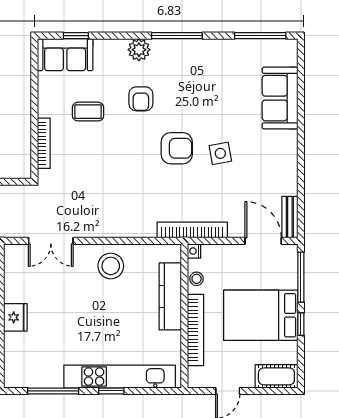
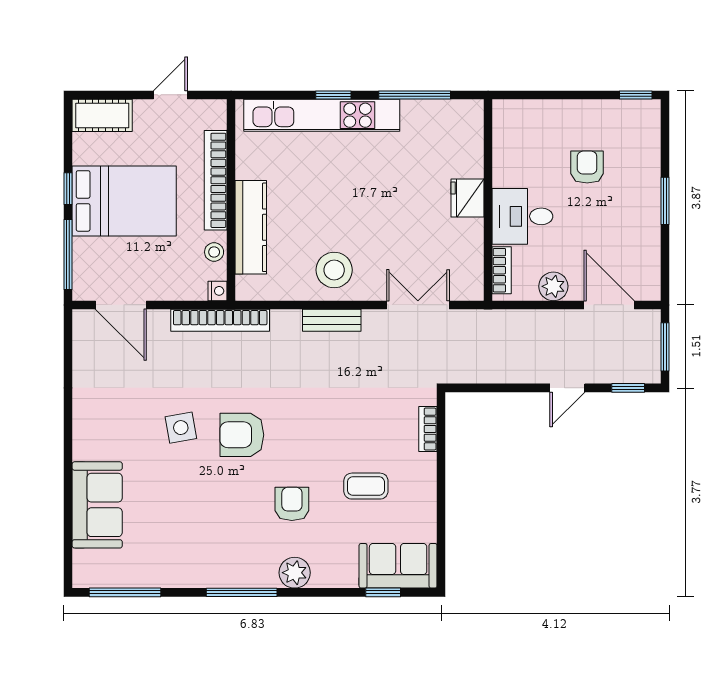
bookcase: (44, 143) -> (428, 429), width x0.64
bench: (290, 217) -> (332, 320), moved, turned 90

